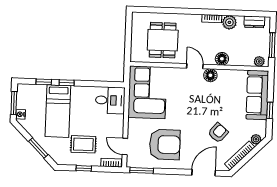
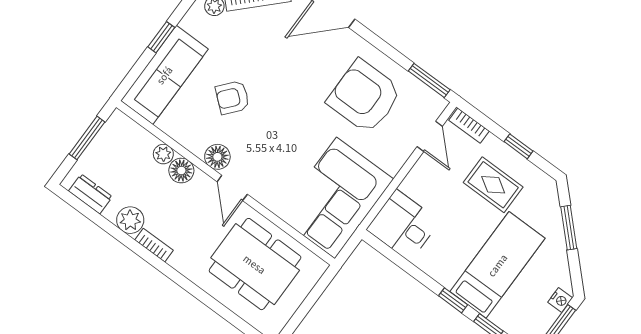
dining table: (163, 40) -> (255, 264), width x1.38
plant: (259, 61) -> (163, 154), moved
armchair: (218, 133) -> (232, 97), moved

